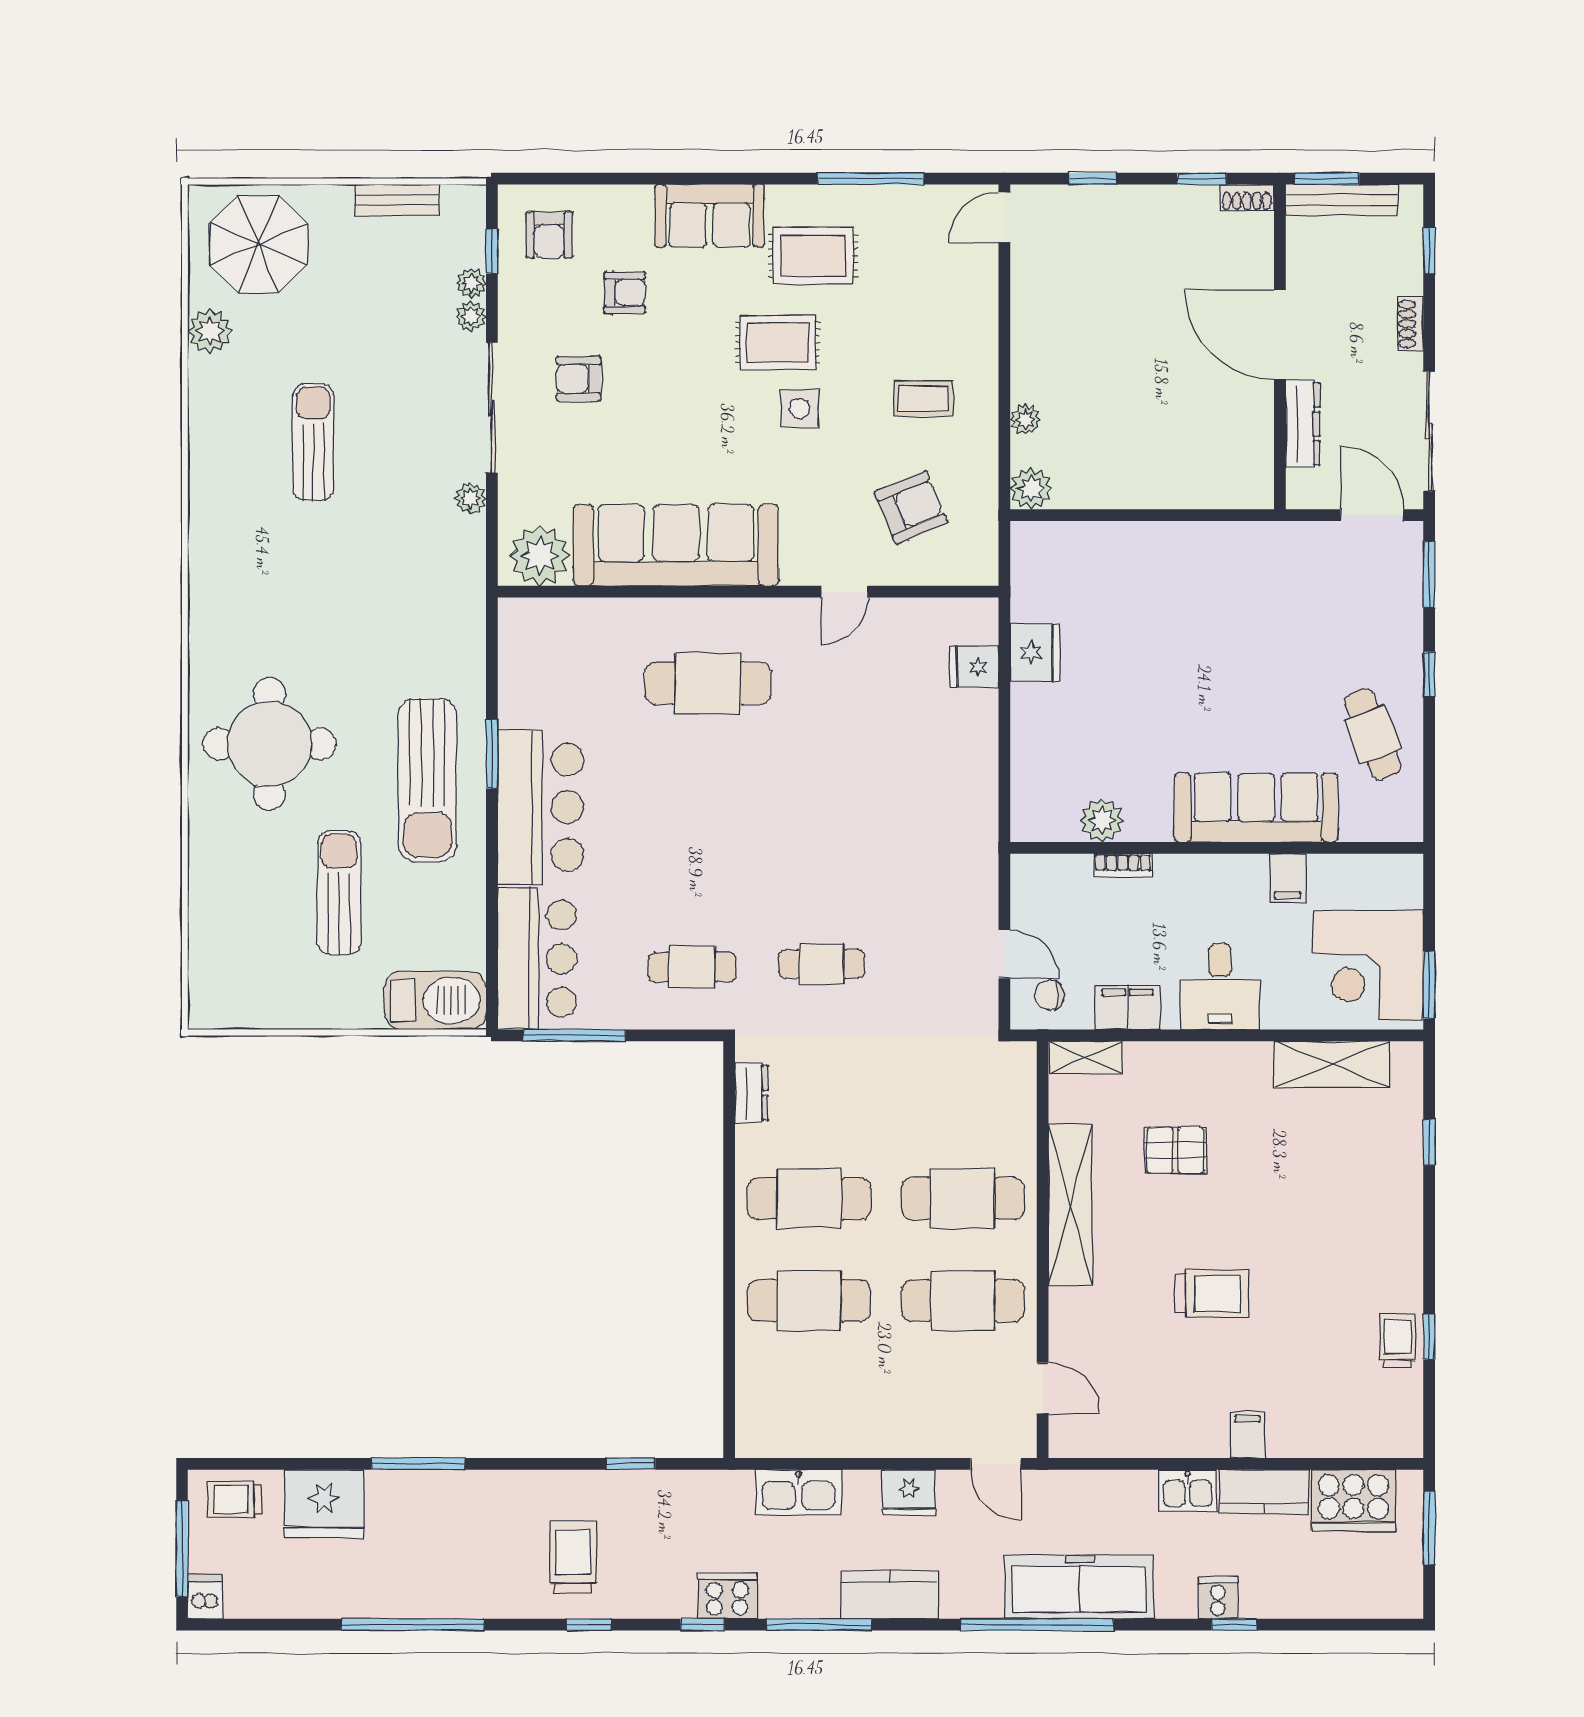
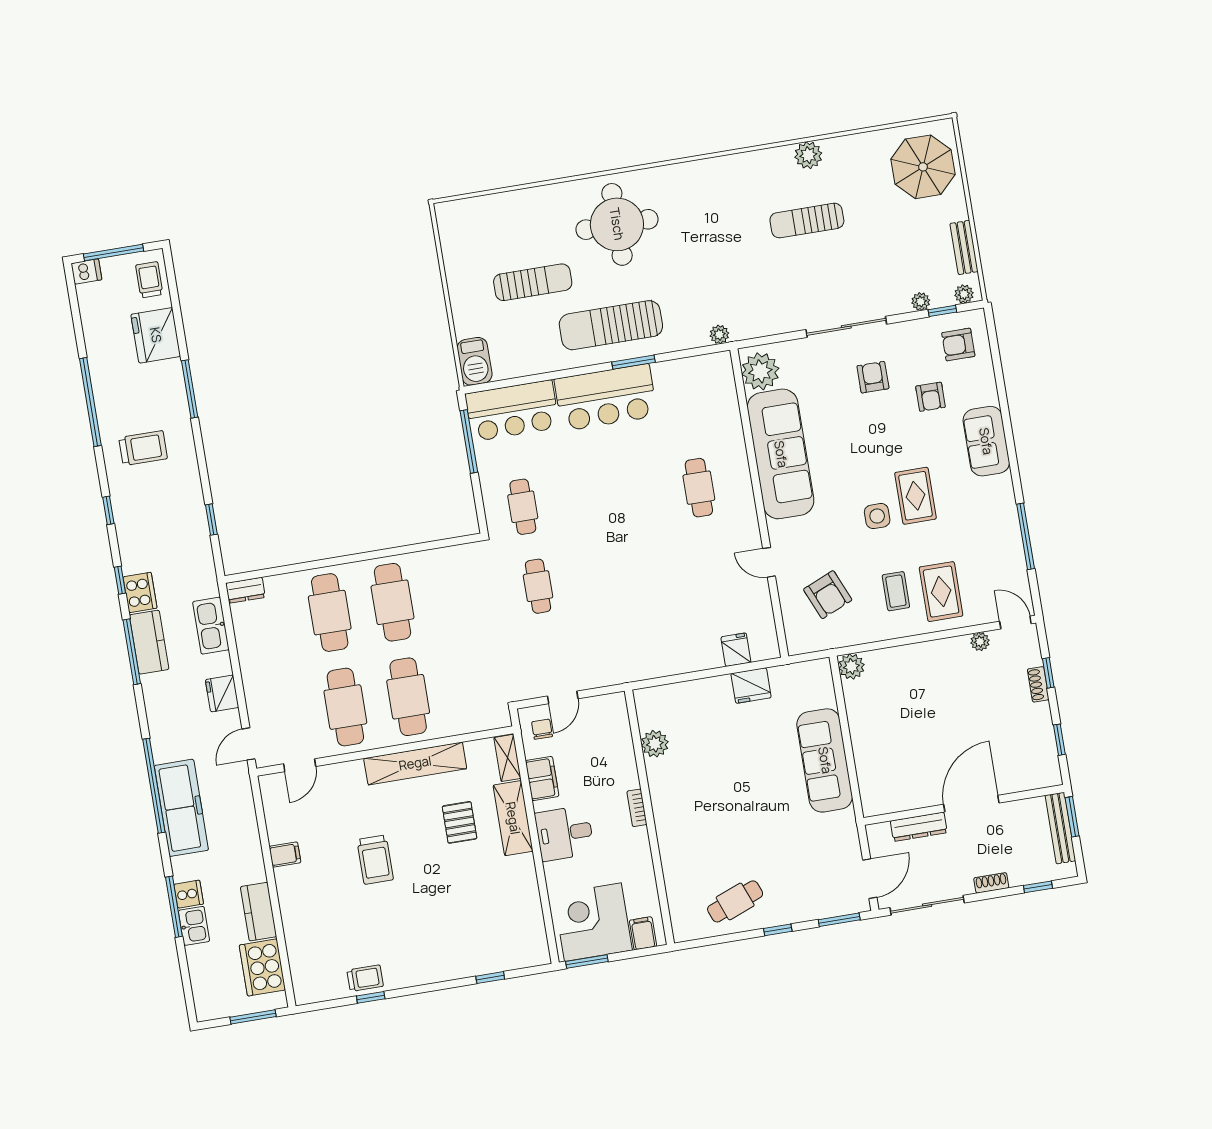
shoe rack: (1247, 198) -> (1038, 684), moved
rug: (813, 256) -> (941, 592), moved
plant: (471, 316) -> (964, 294), moved
plant: (210, 331) -> (808, 155), moved
plant: (1025, 420) -> (980, 642), moved
sun lounger: (313, 442) -> (807, 221), turned 180
plant: (471, 498) -> (719, 334), moved
cafe table: (708, 683) -> (699, 488), width x0.73, depth x0.74
sofa: (1256, 808) -> (825, 760), moved, turned 180
bookcase: (1123, 865) -> (637, 808), moved
filing cabinet: (1288, 878) -> (643, 933), moved, turned 90
barbecue: (435, 1000) -> (475, 361), width x0.73, depth x0.83
shelving: (1332, 1064) -> (513, 818), moved
dresser: (751, 1093) -> (245, 590), moved
filing cabinet: (1248, 1435) -> (285, 855), moved
kitchen sink: (1188, 1491) -> (194, 926), moved, turned 180
trolley: (573, 1557) -> (143, 448), moved
kitchen counter: (890, 1595) -> (149, 642), moved
window: (1234, 1625) -> (174, 907), width x2.17

